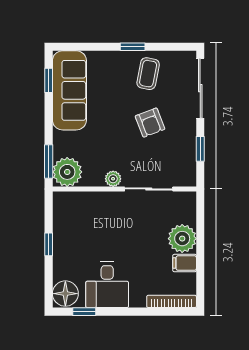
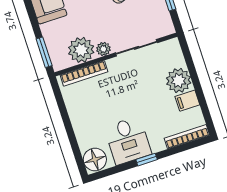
plant: (67, 172) -> (81, 50), moved
bookcase: (84, 198) -> (84, 73), added
window: (49, 244) -> (67, 122), removed
window: (84, 312) -> (147, 160), moved

